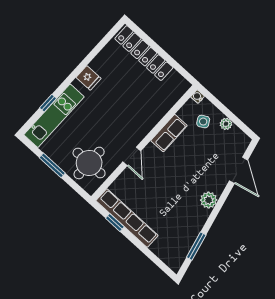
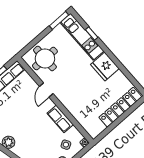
fridge: (89, 78) -> (105, 67), width x1.88, depth x1.34
door: (132, 156) -> (46, 90), hinge flipped
window: (52, 165) -> (59, 20), moved

